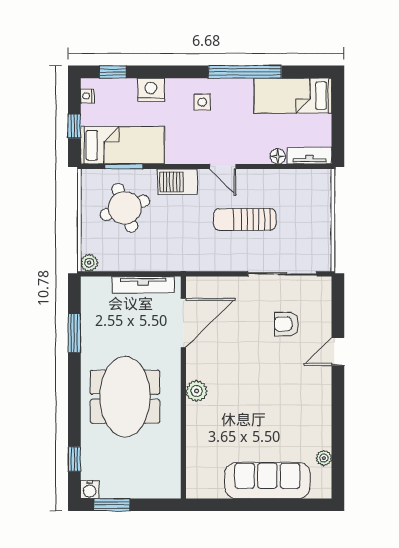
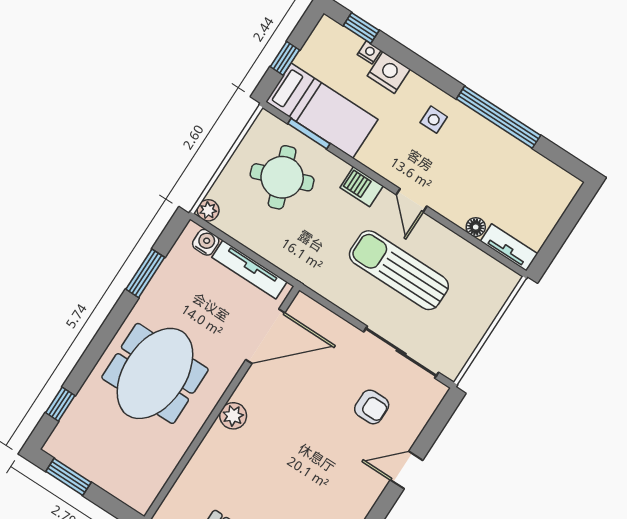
nightstand: (87, 96) -> (369, 52), moved, turned 90
bed: (293, 96) -> (532, 174), removed
barbecue: (177, 182) -> (362, 187), width x0.73, depth x0.79
sun lounger: (245, 219) -> (399, 270), width x1.36, depth x1.34
armchair: (286, 324) -> (372, 407), turned 180
water cooler: (90, 489) -> (206, 242), moved, turned 180

